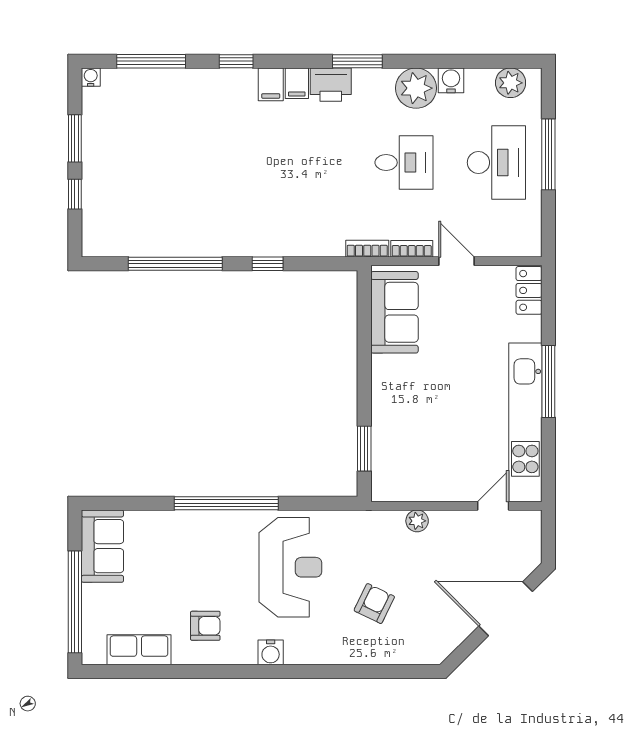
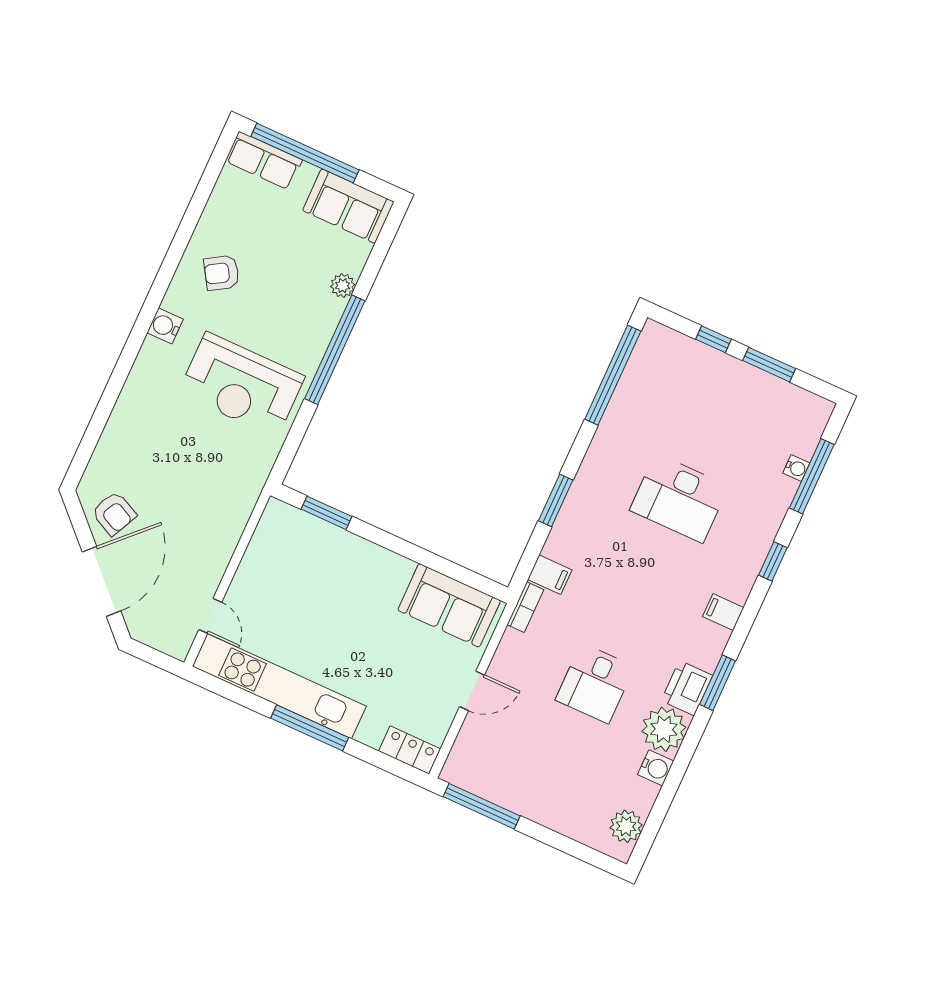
water cooler: (91, 77) -> (796, 468), moved
filing cabinet: (271, 84) -> (550, 575), moved, turned 180
printer: (331, 85) -> (687, 688), moved
window: (548, 154) -> (482, 806), moved
desk: (496, 163) -> (679, 498), moved
bookcase: (412, 249) -> (505, 652), removed
window: (175, 264) -> (613, 375), moved
window: (268, 264) -> (556, 500), width x1.50
plant: (417, 521) -> (343, 286), moved
armchair: (374, 604) -> (114, 513), moved
armchair: (205, 626) -> (222, 273), turned 58
row of seats: (139, 650) -> (264, 161), moved, turned 90

